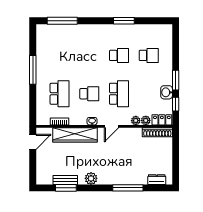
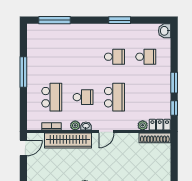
washbasin: (167, 92) -> (165, 31), moved
plant: (136, 121) -> (75, 125), moved

